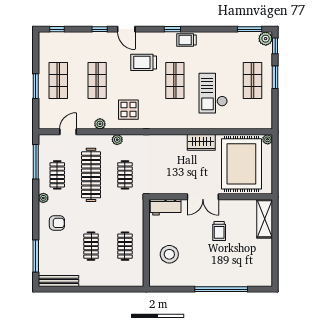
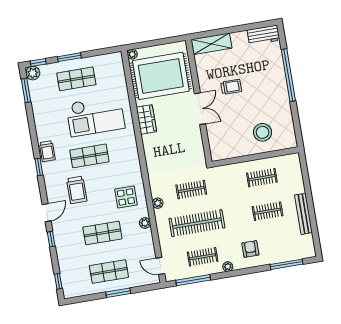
checkout: (213, 93) -> (95, 116), width x1.36, depth x1.21
door: (68, 132) -> (160, 266), moved
workbench: (166, 207) -> (263, 35), moved, turned 90
bench: (59, 281) -> (303, 214), moved

